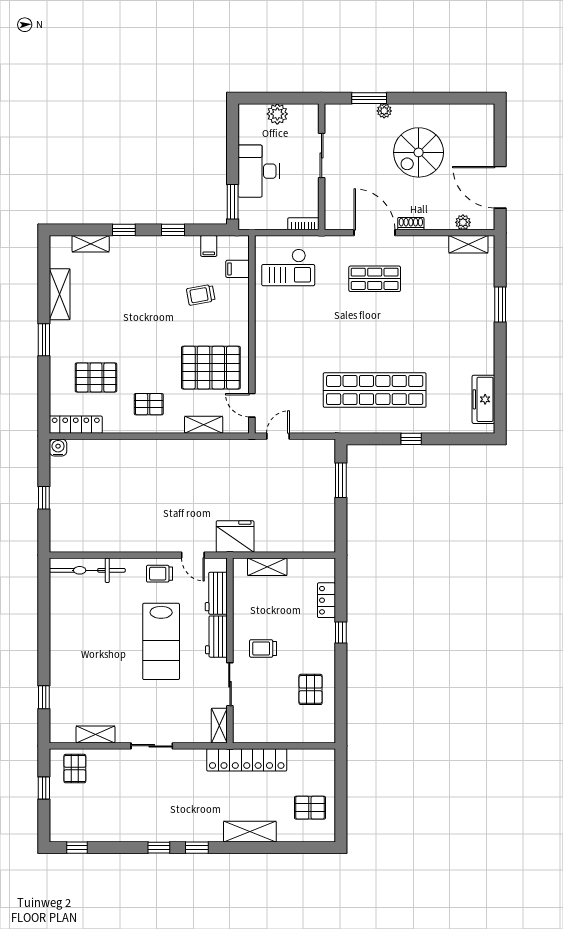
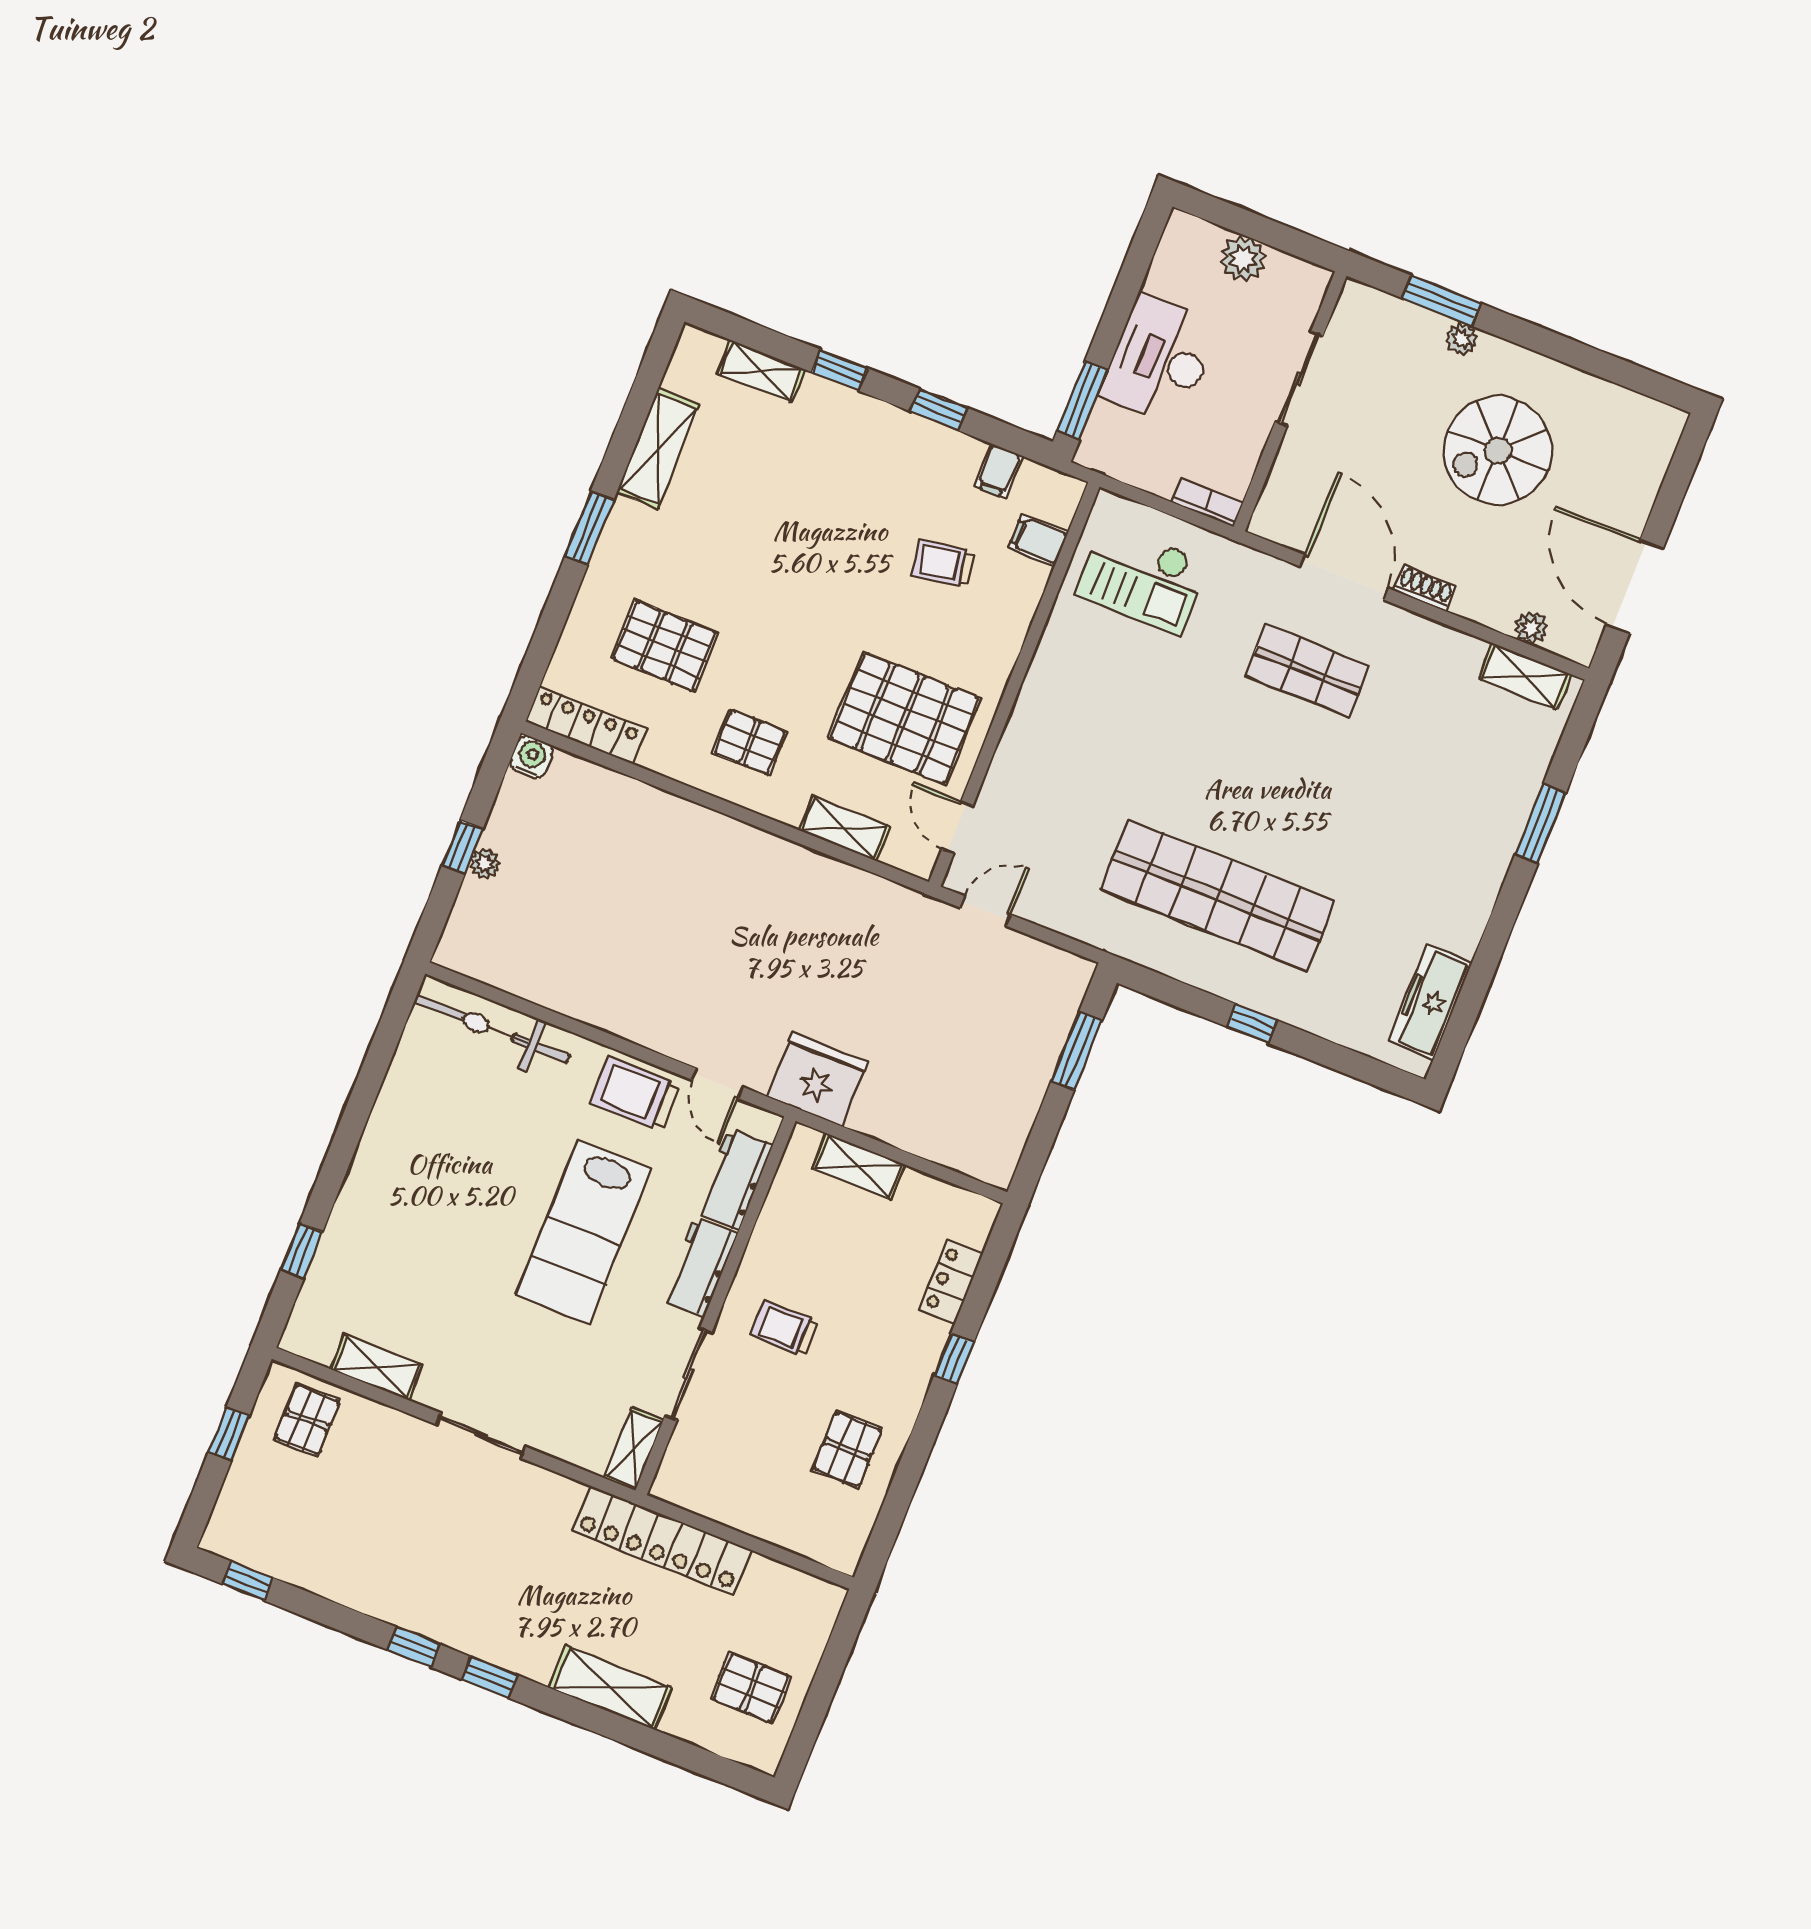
plant: (56, 501) -> (485, 864), added
trolley: (160, 574) -> (635, 1094), width x1.36, depth x1.39

